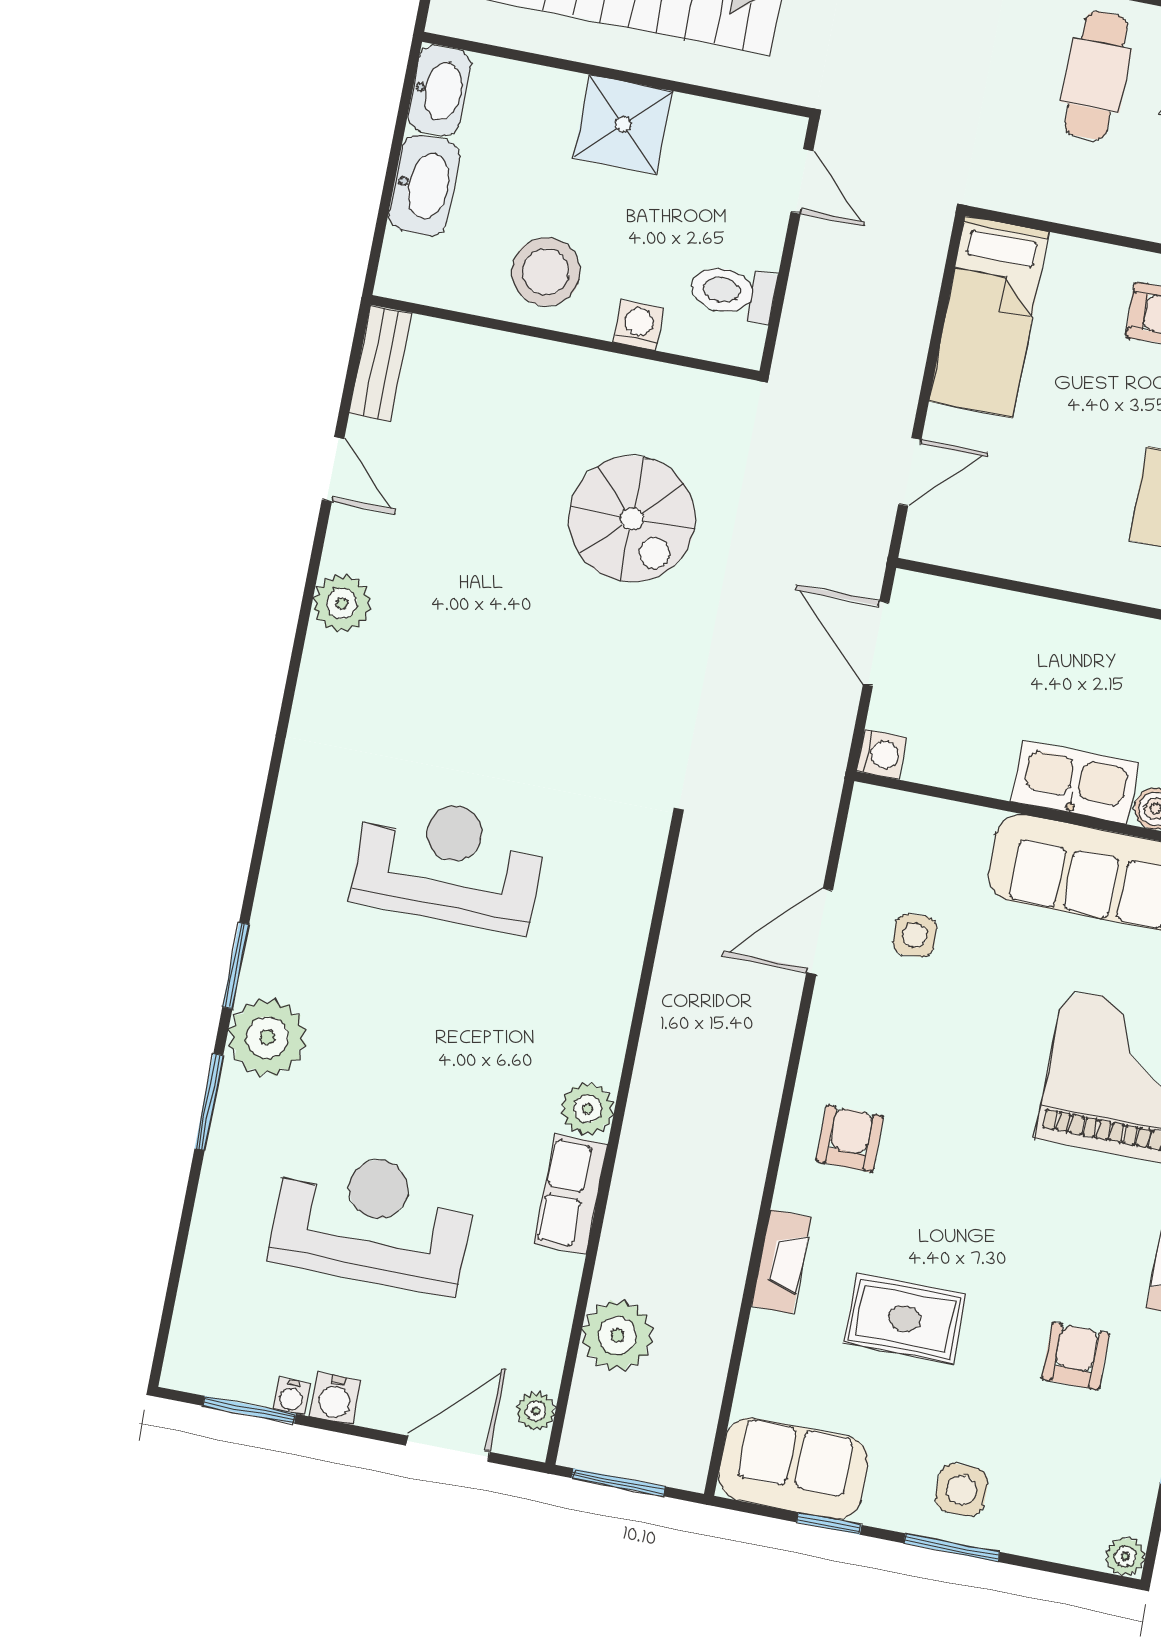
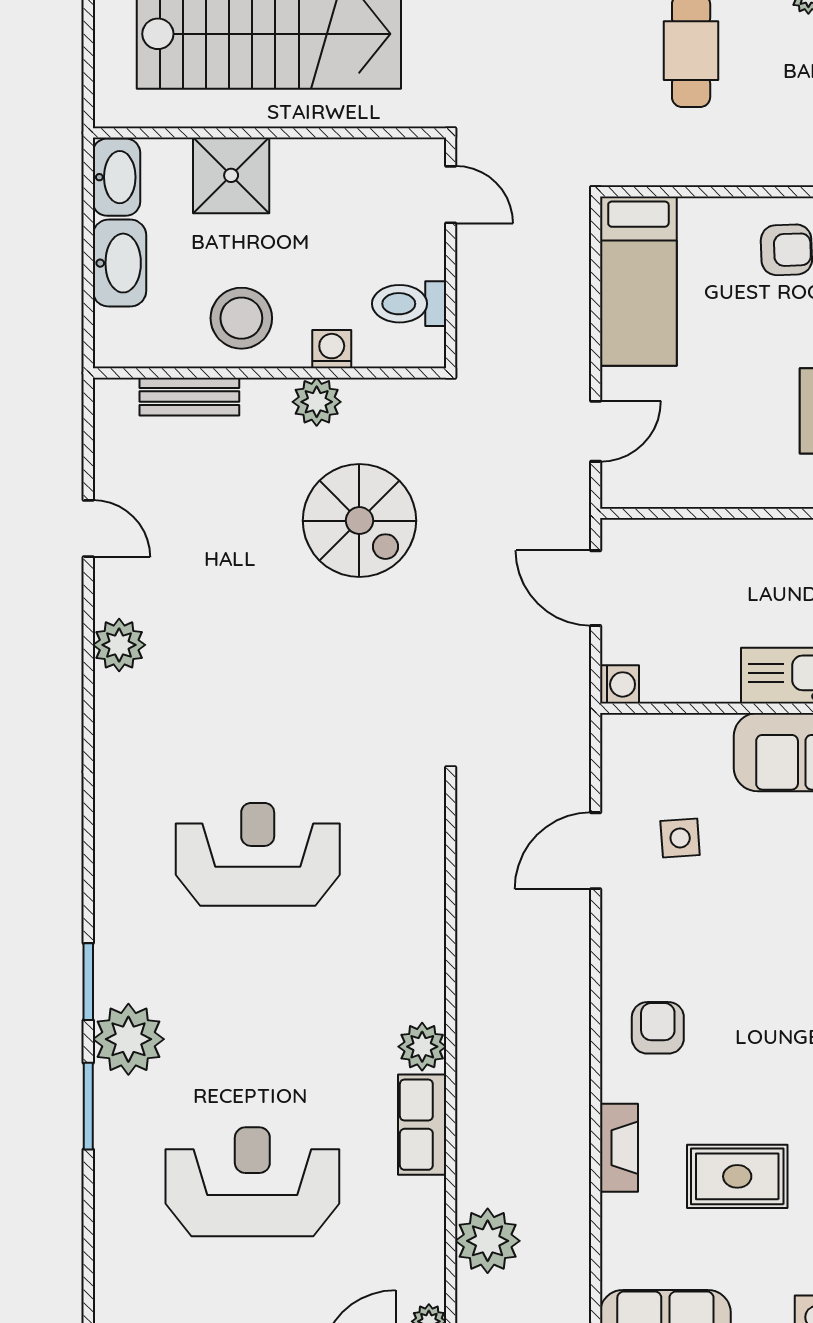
shower: (623, 124) -> (231, 175), moved
bench: (381, 363) -> (189, 397), moved, turned 90
plant: (611, 380) -> (317, 402), added

